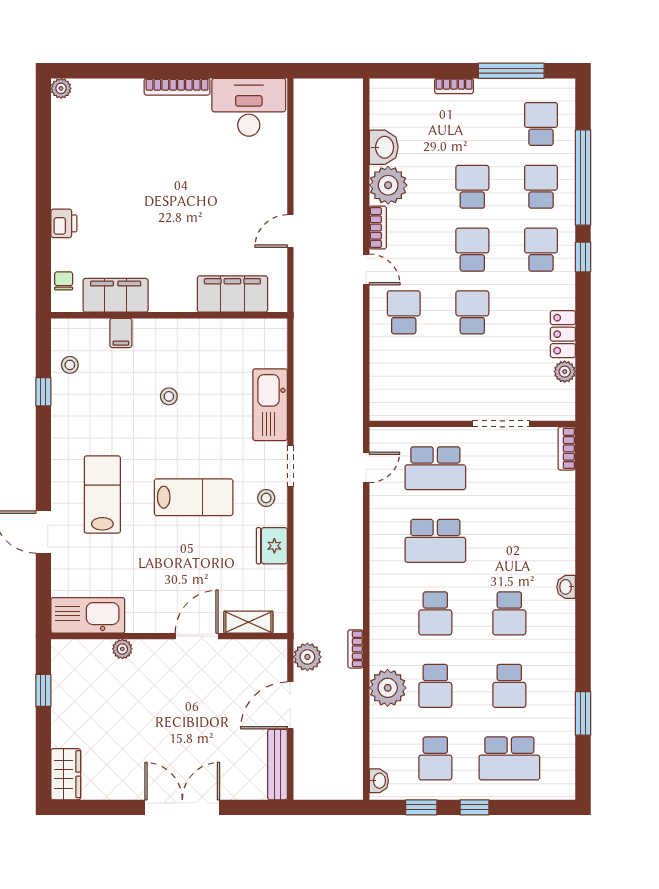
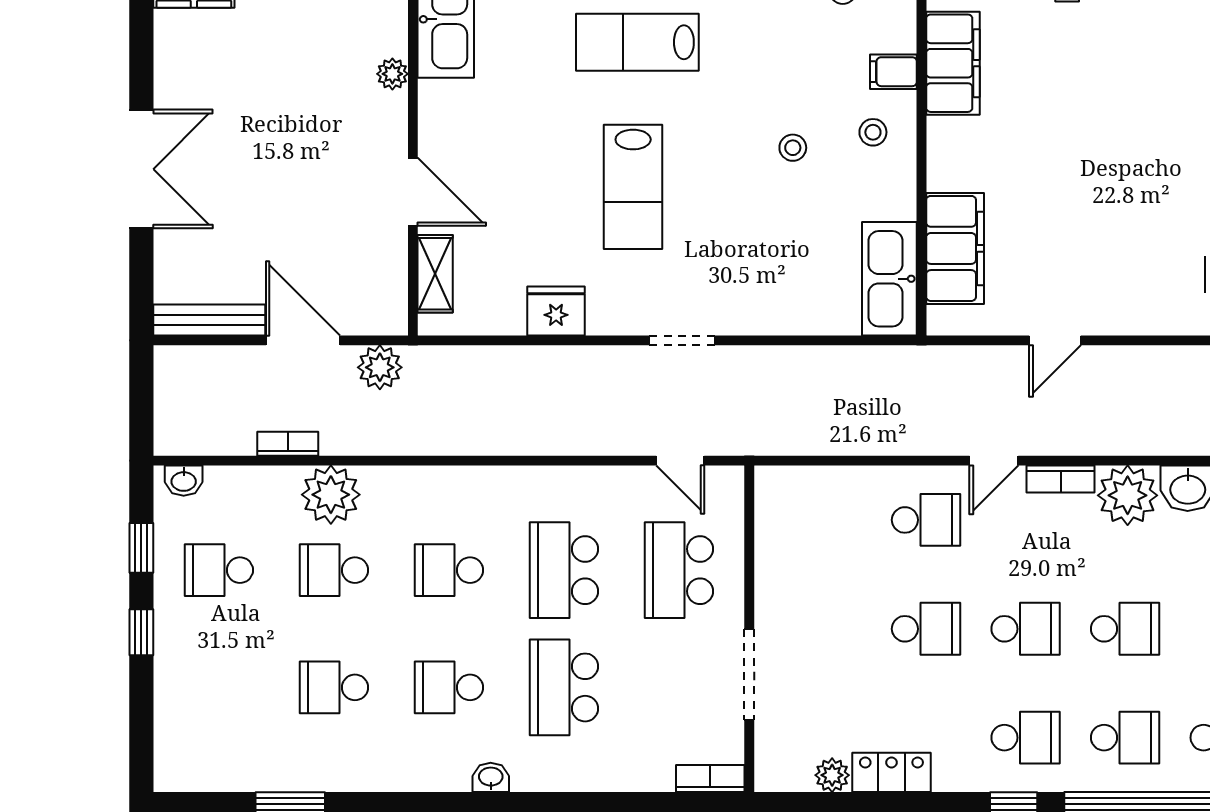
door: (290, 231) -> (1055, 340), swing flipped
kitchen sink: (270, 405) -> (889, 279), moved, turned -90
lab bench: (102, 494) -> (637, 42), turned 180
stool: (266, 498) -> (873, 132), moved
bookcase: (356, 649) -> (288, 444), moved
school desk: (509, 758) -> (564, 687), moved

